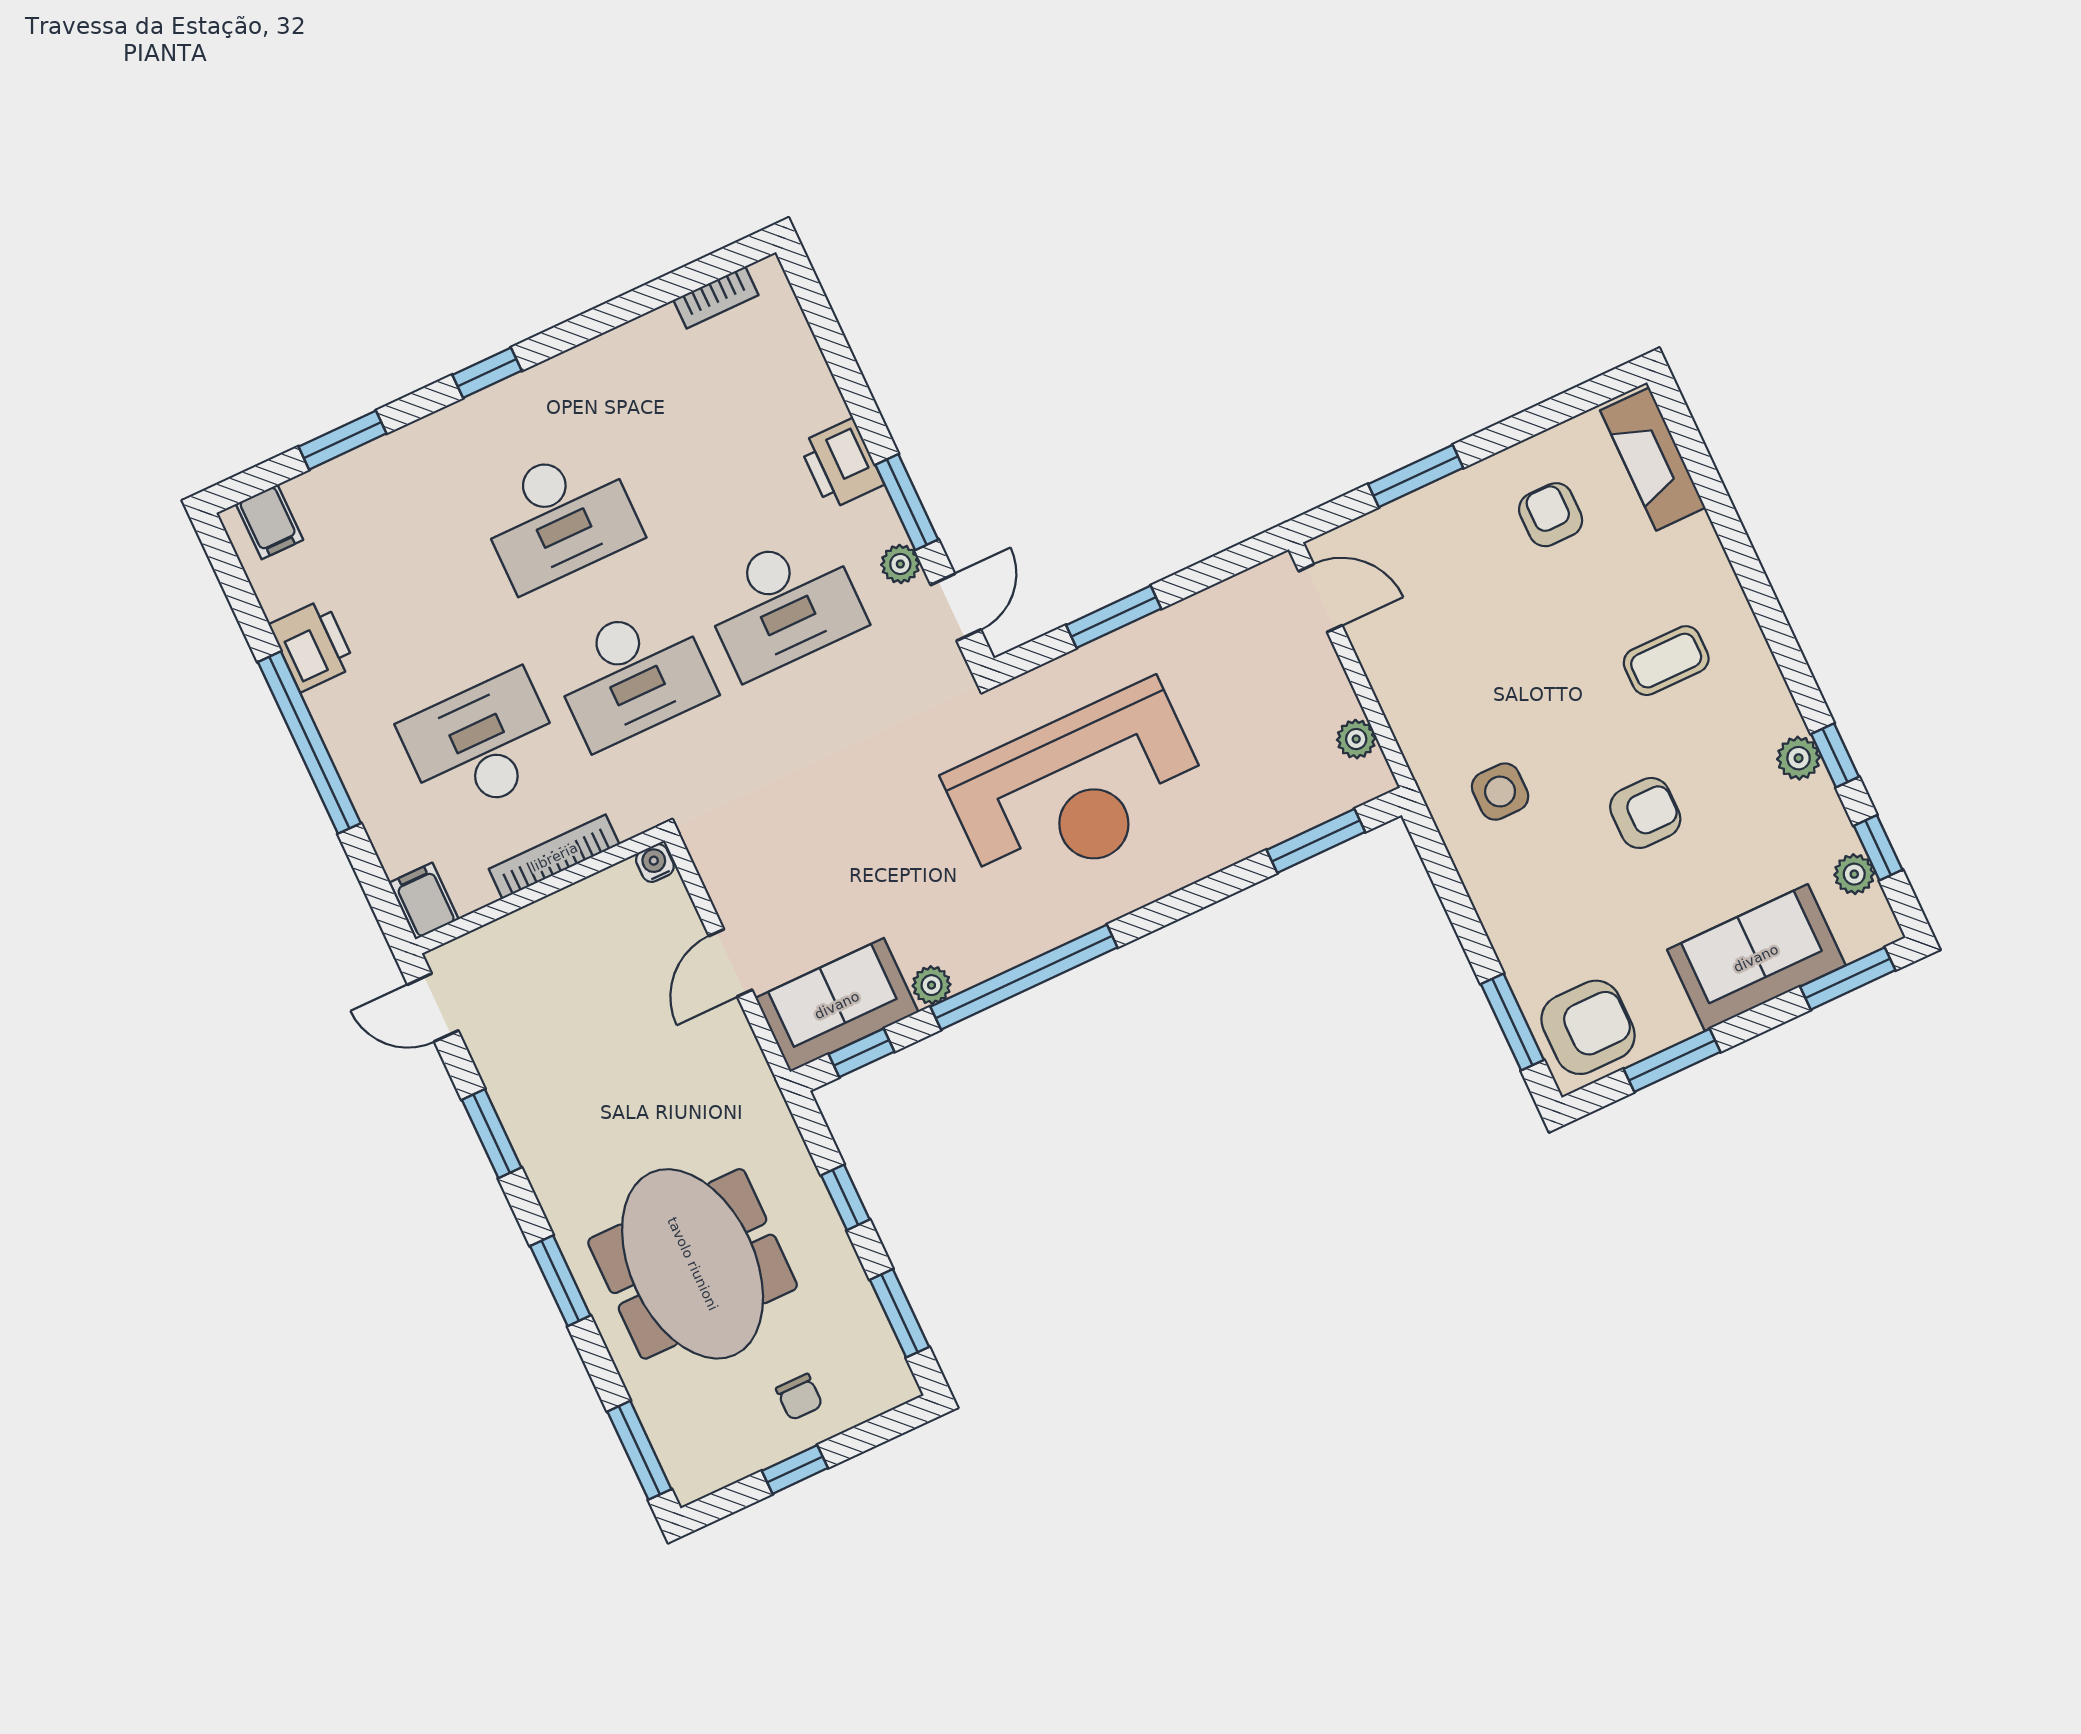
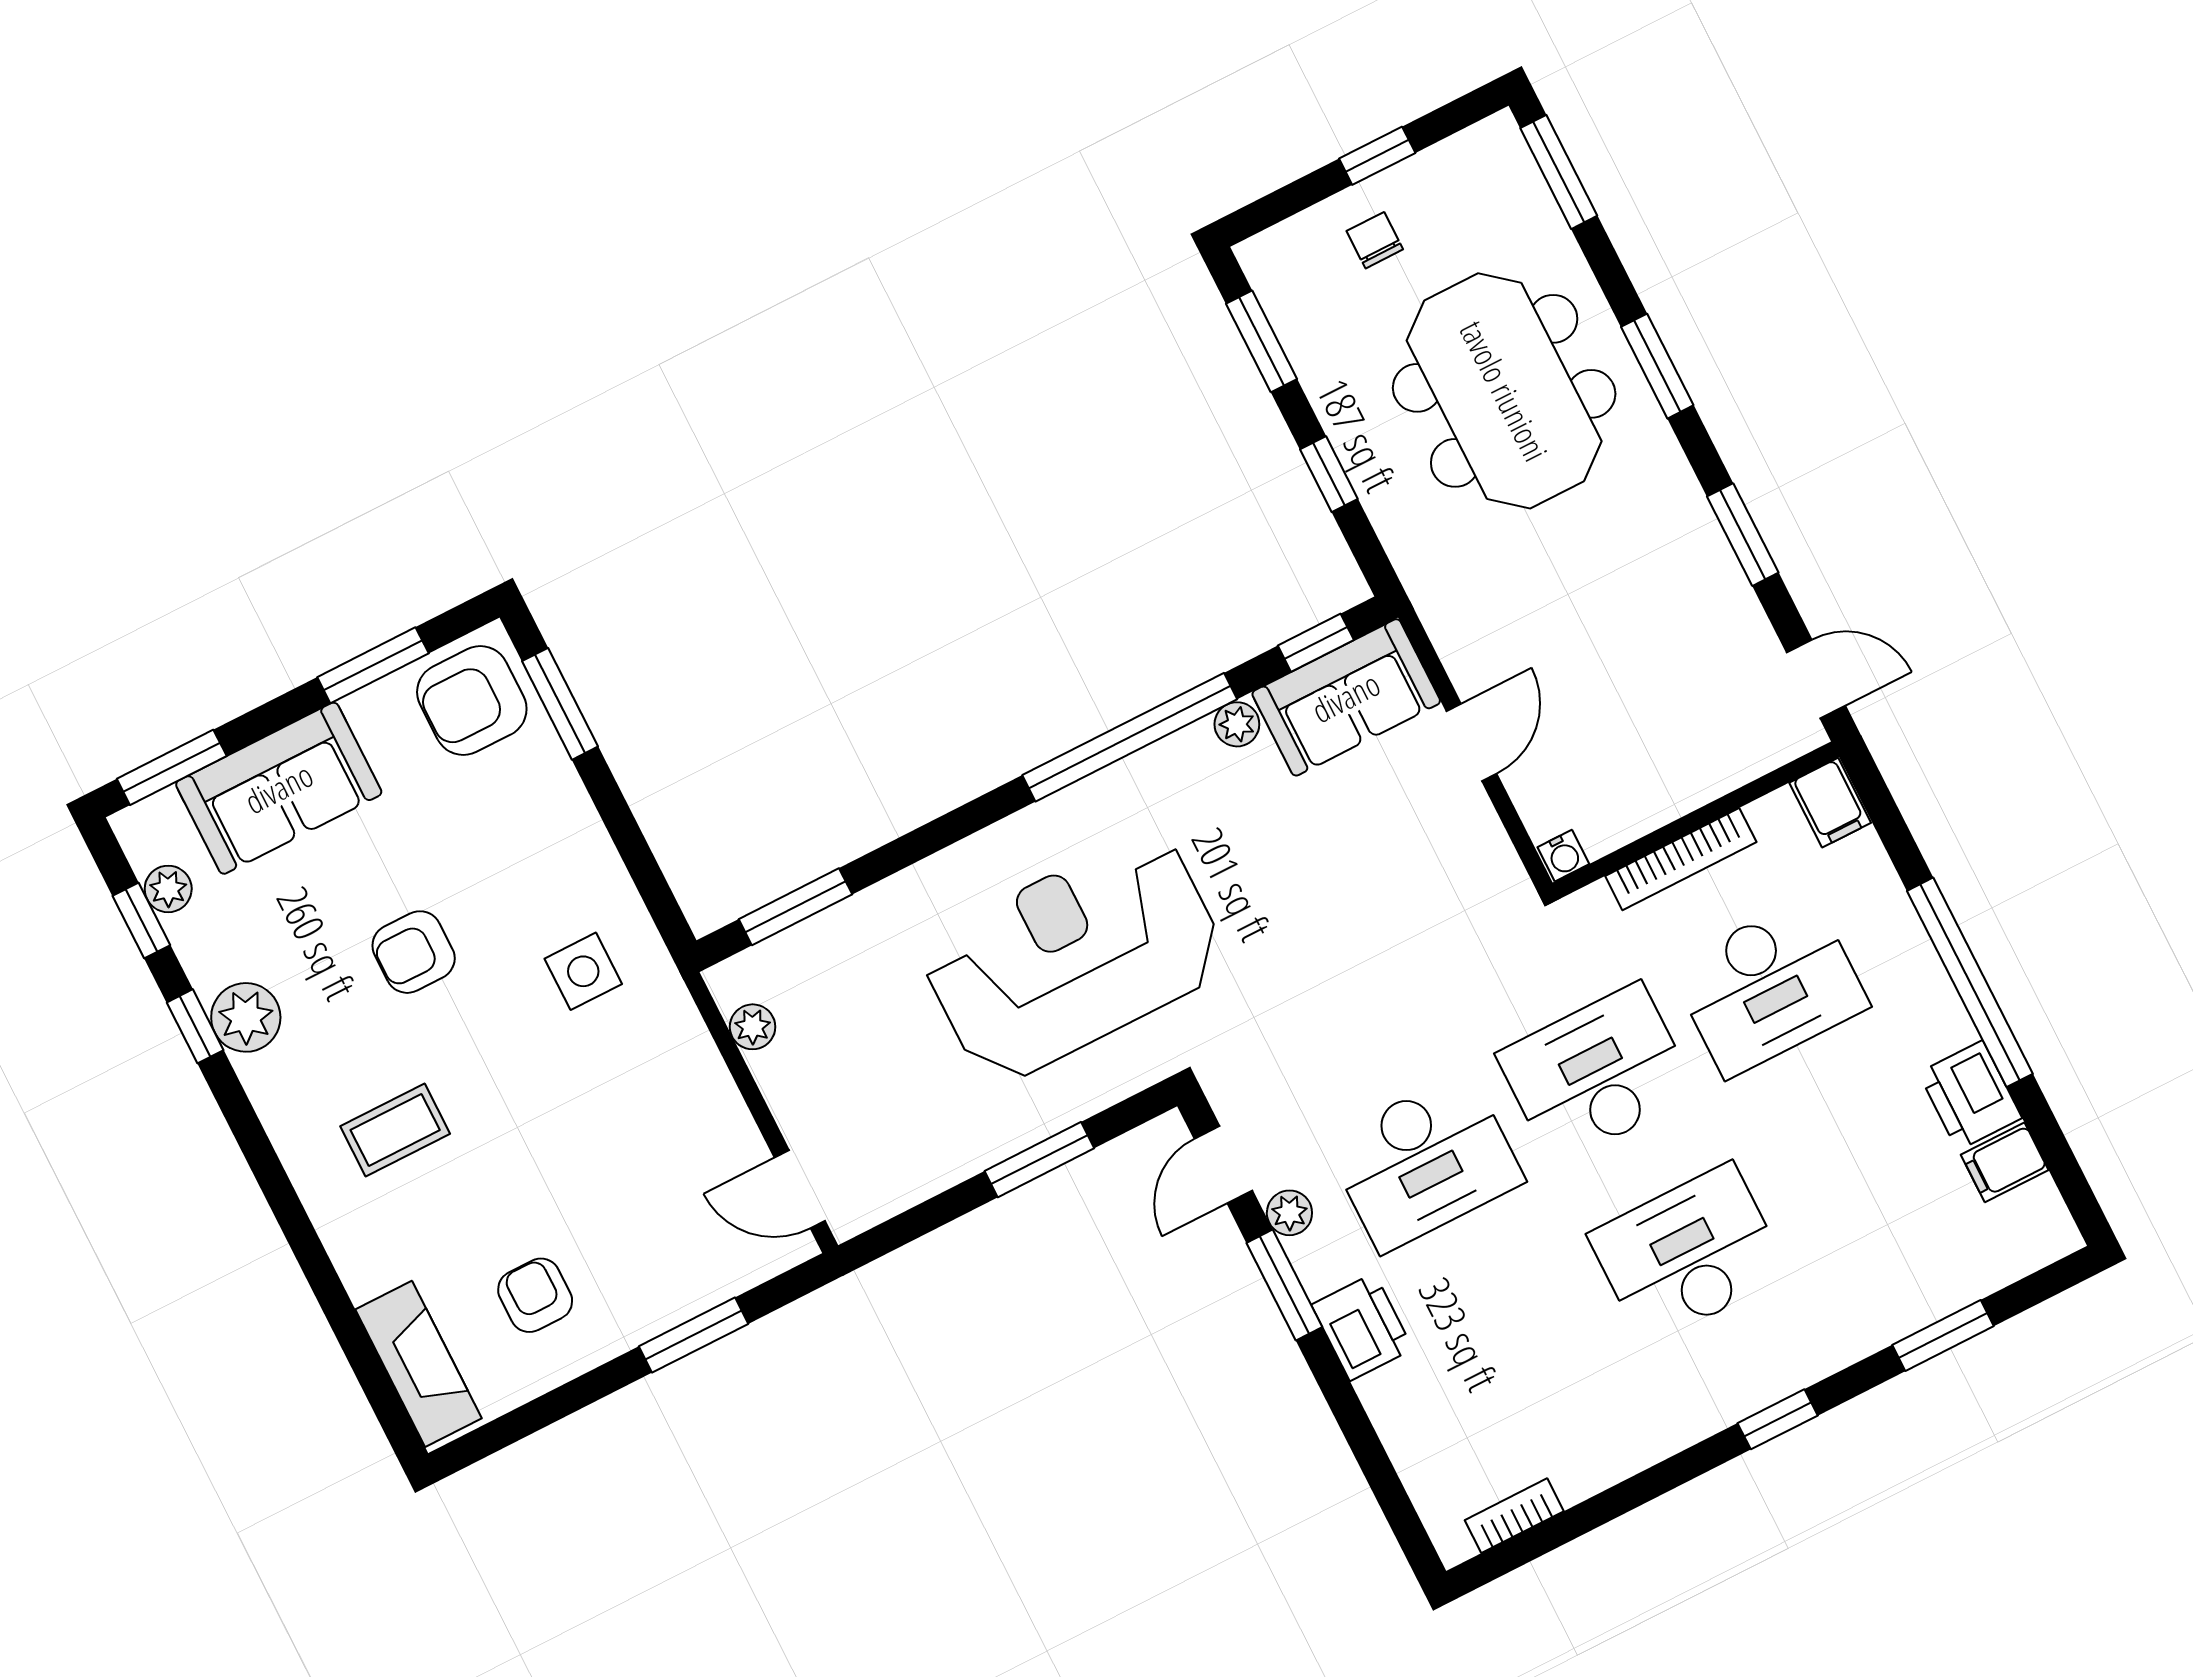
armchair: (1551, 515) -> (535, 1295), turned 180
filing cabinet: (269, 522) -> (2005, 1162), moved, turned -90
desk: (783, 604) -> (1424, 1161), turned 180
plant: (1799, 758) -> (246, 1017), width x1.38, depth x1.38

